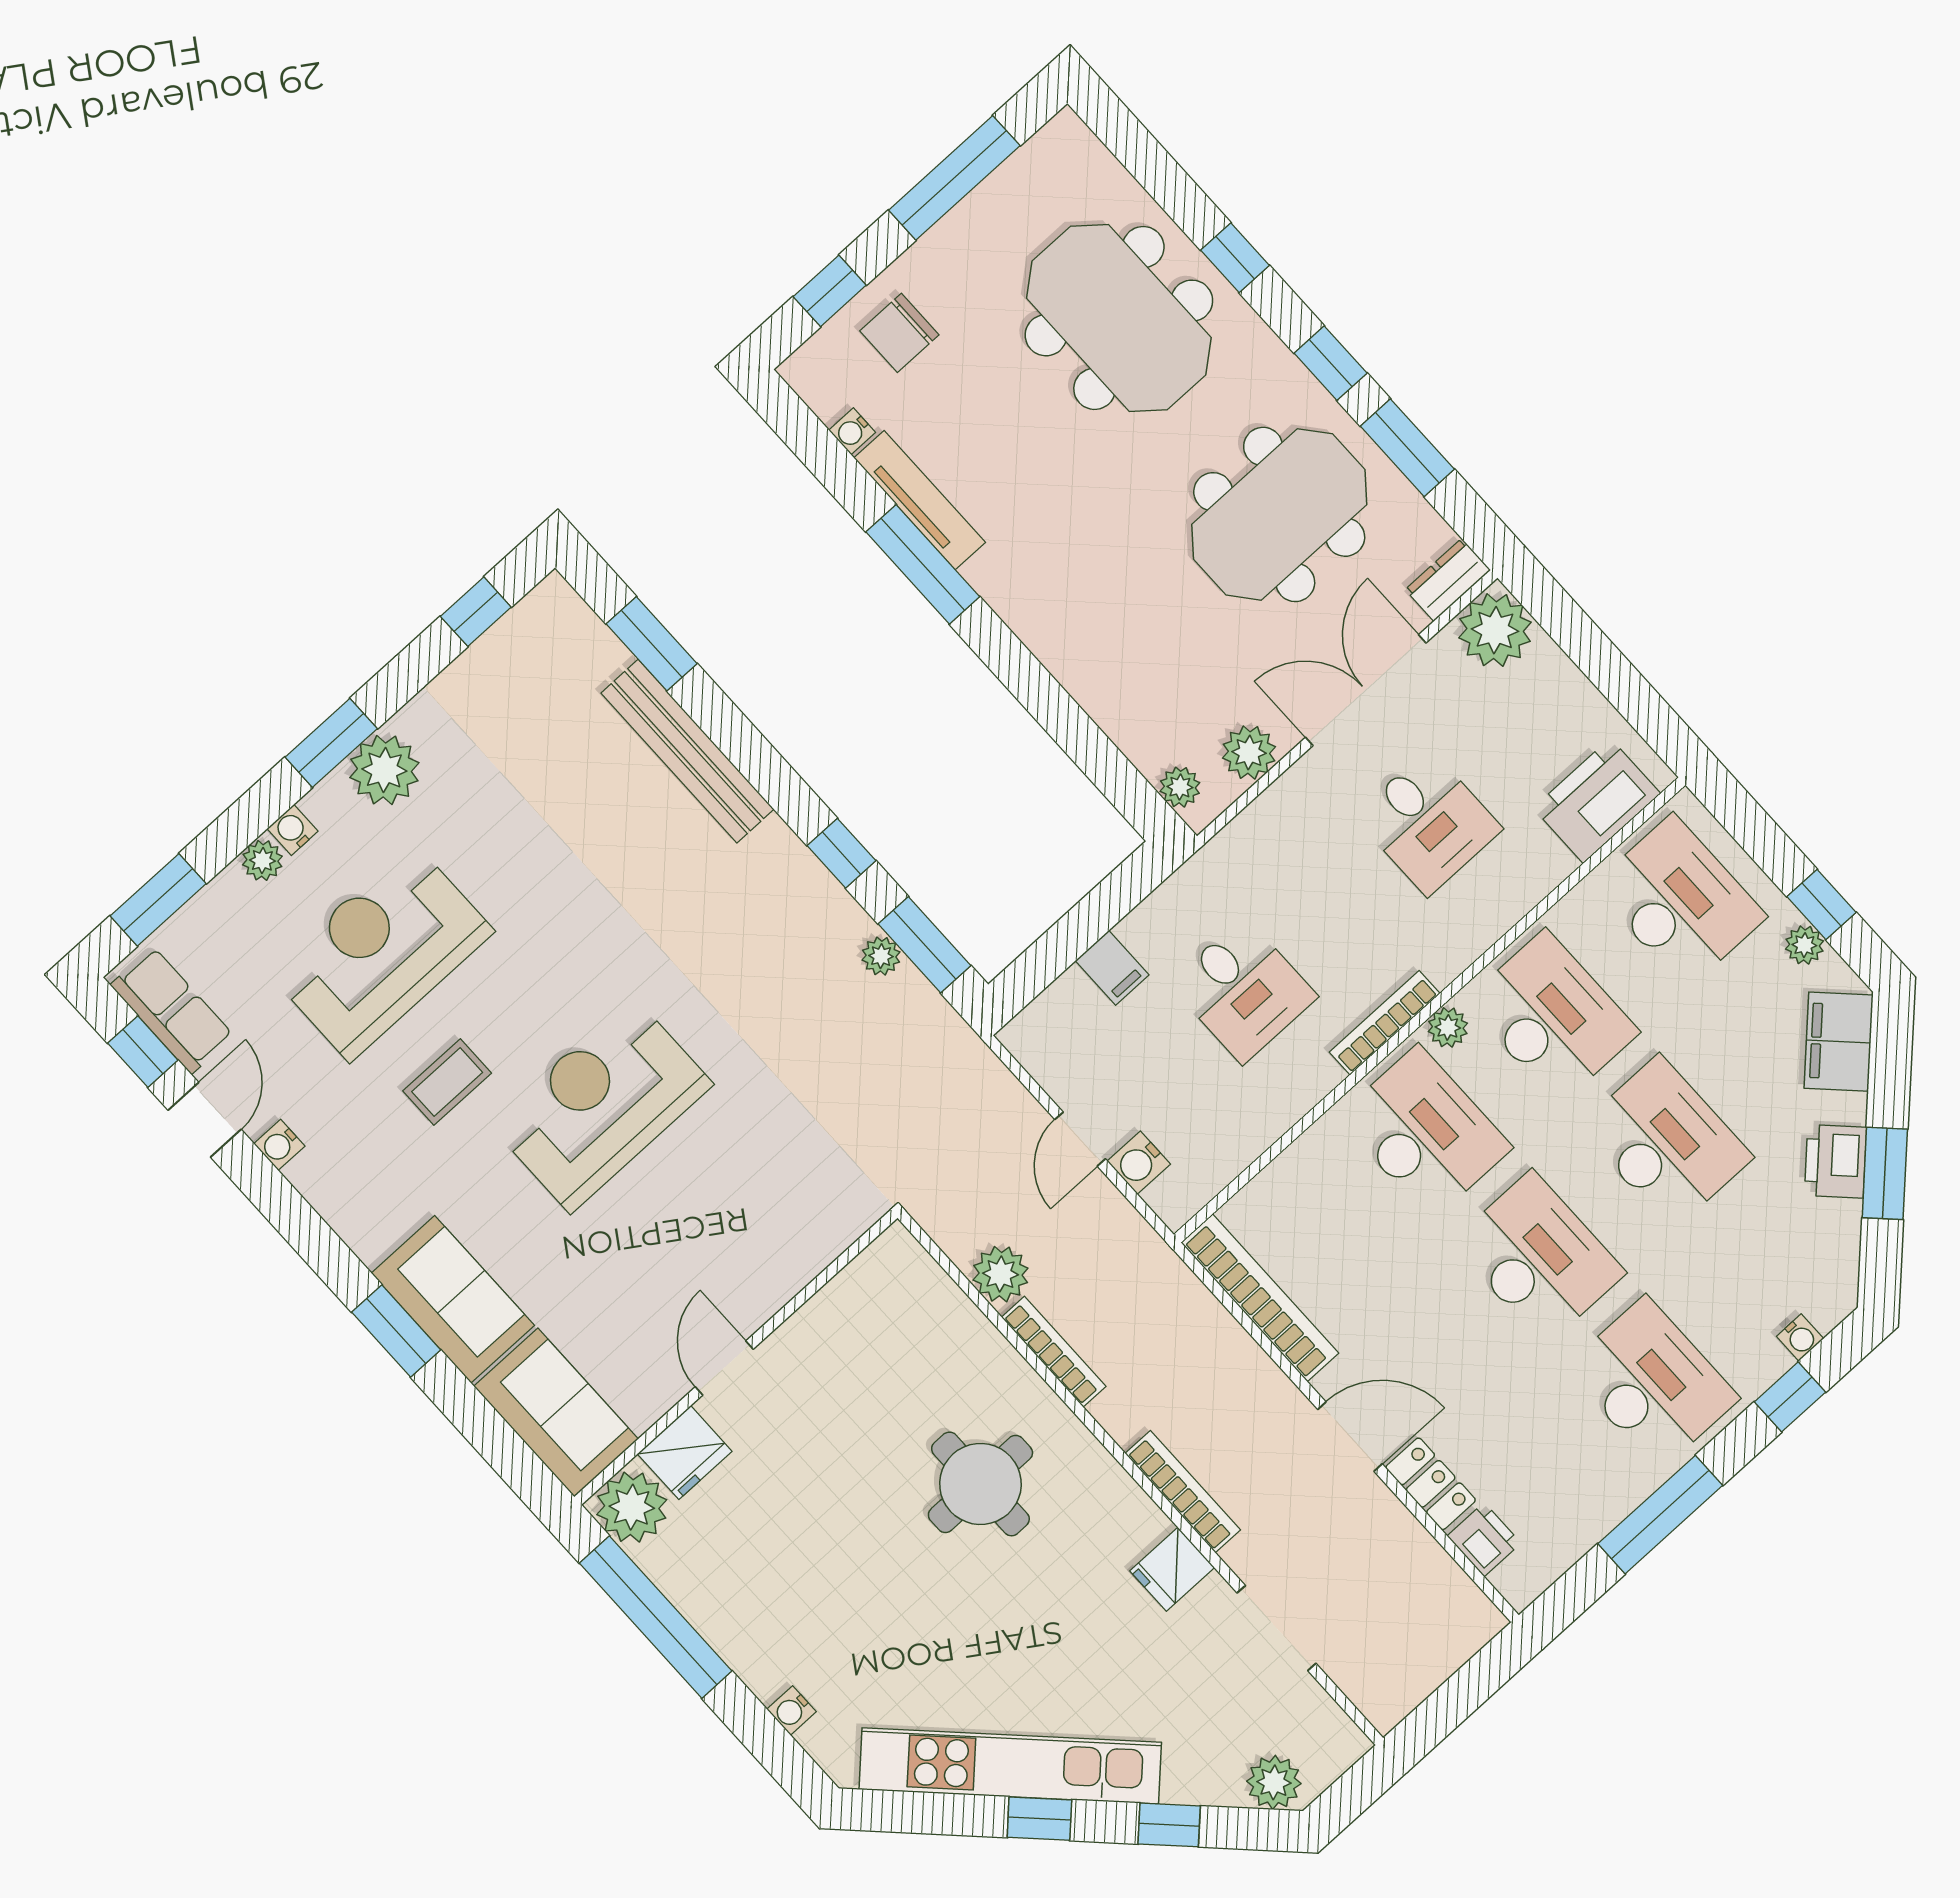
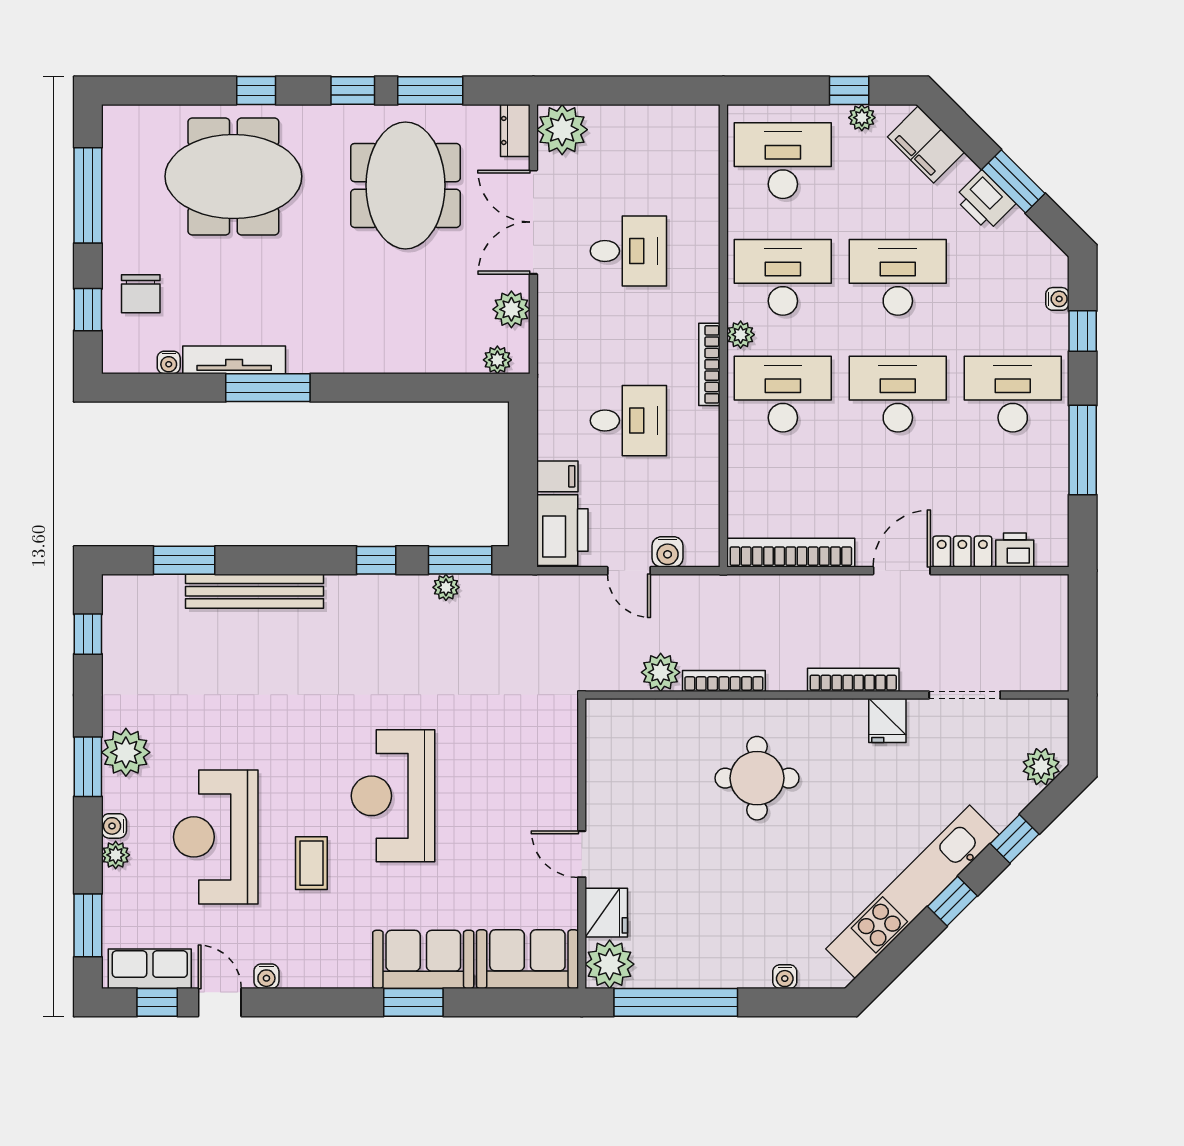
printer: (1597, 801) -> (562, 530), moved, turned 180

